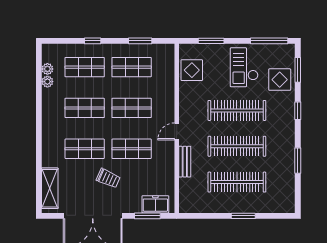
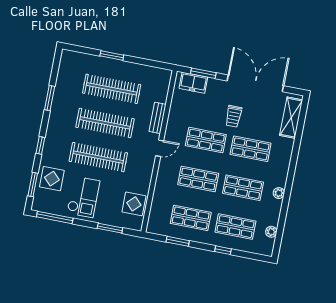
plant: (47, 82) -> (279, 193), moved
trolley: (108, 178) -> (234, 116), turned -114

